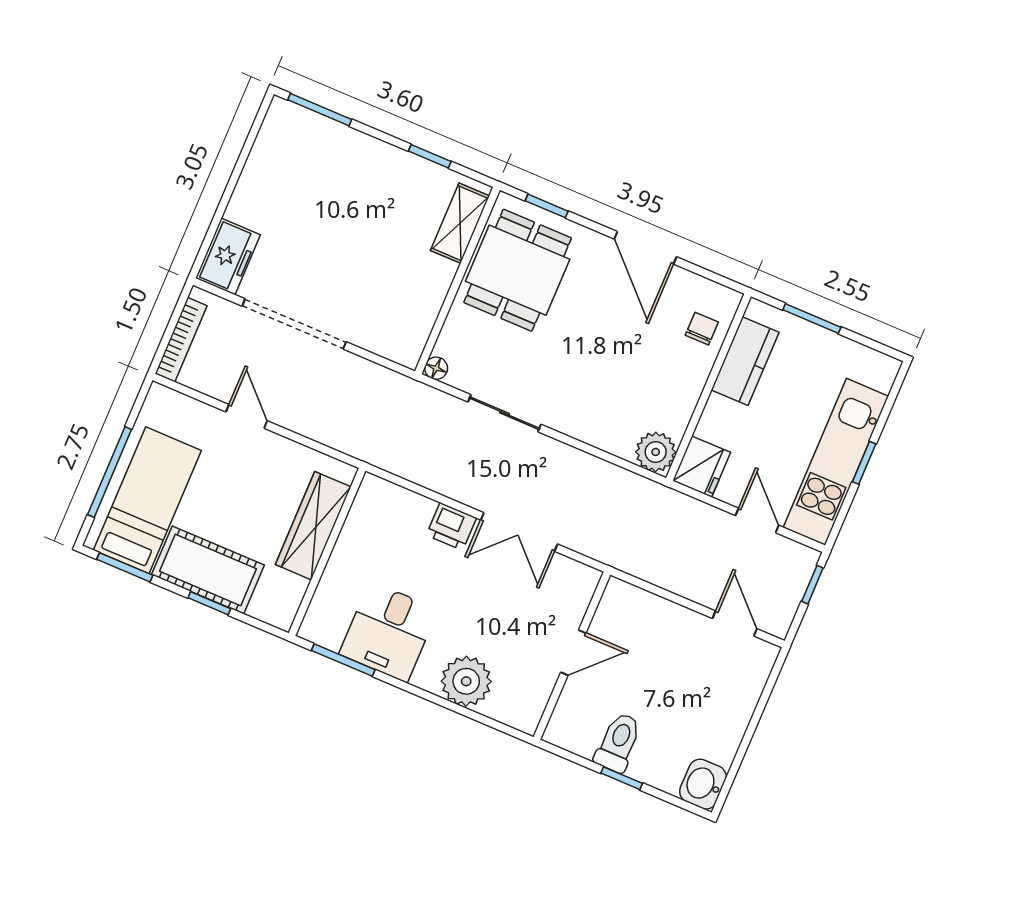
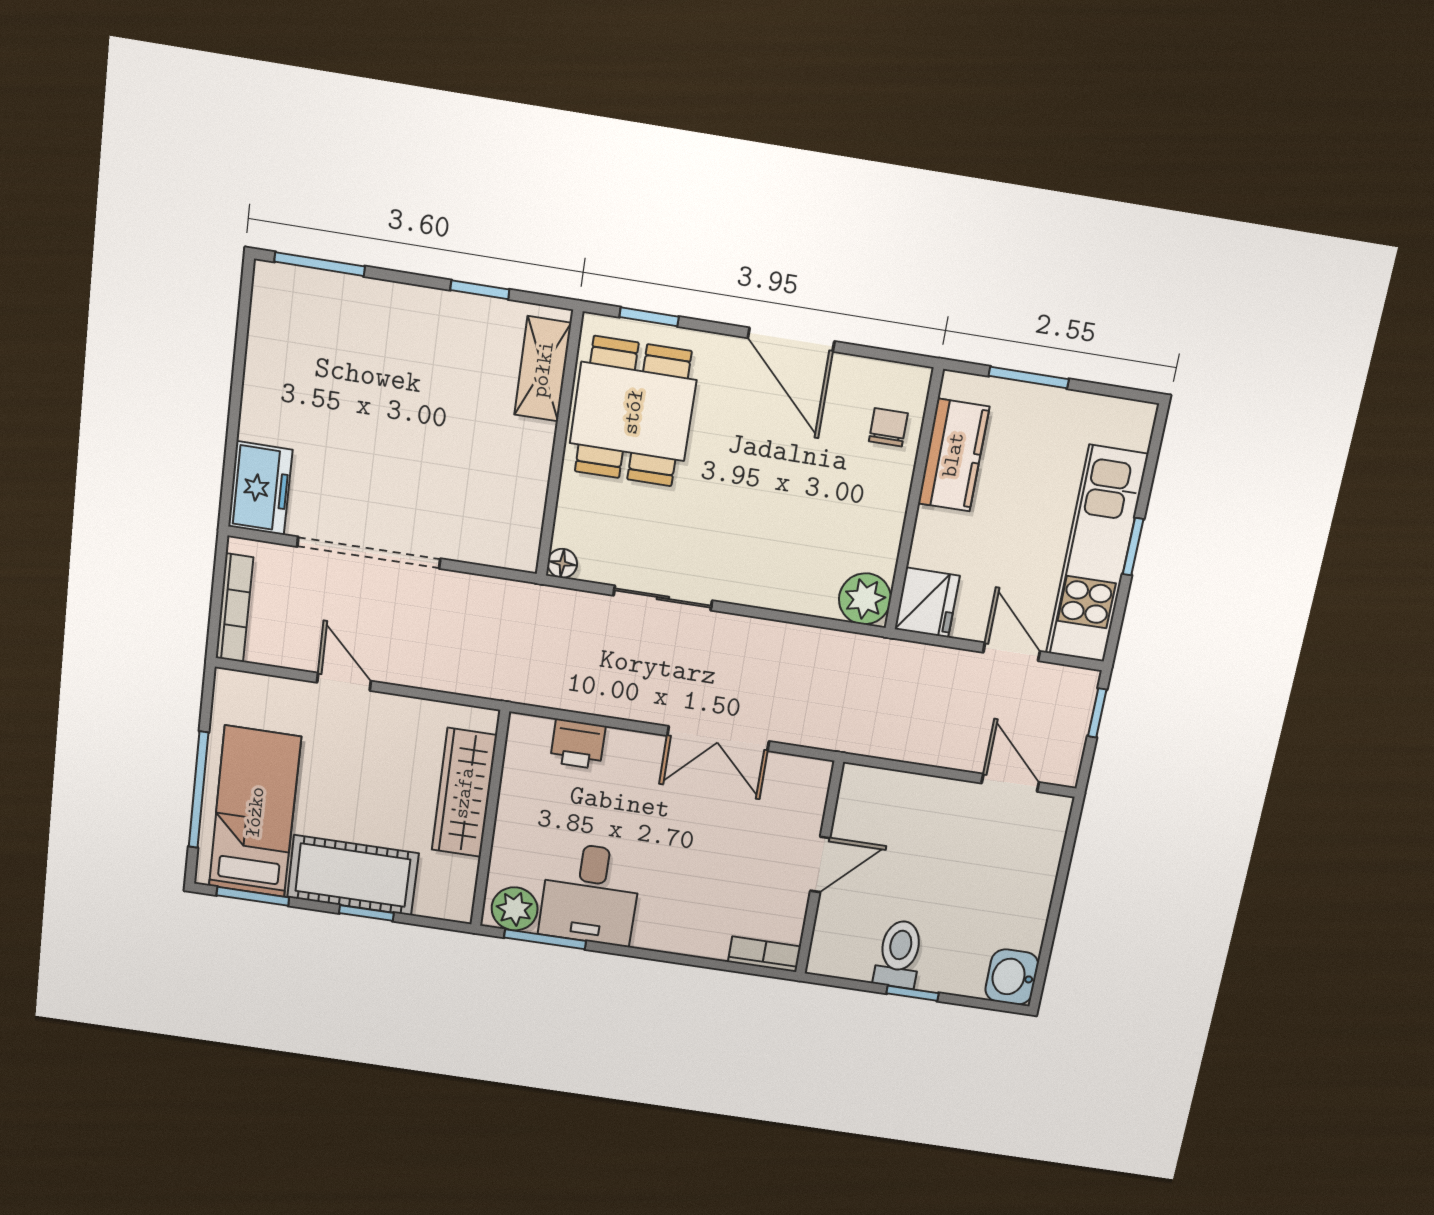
printer: (451, 527) -> (578, 744), moved
plant: (466, 681) -> (515, 909), moved, width x0.73, depth x0.73
bookcase: (512, 716) -> (764, 954), added

